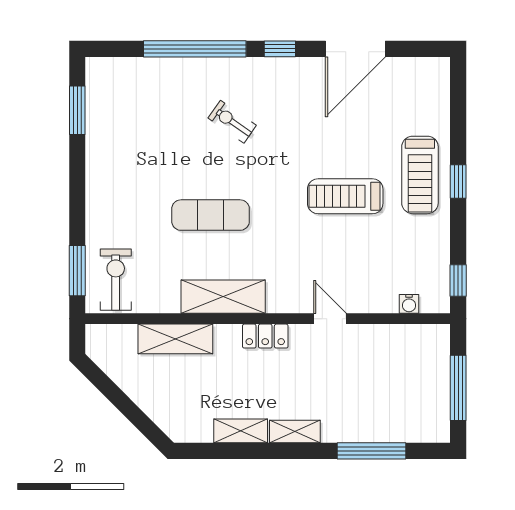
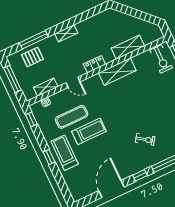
exercise mat: (211, 215) -> (72, 117), moved
pallet: (392, 415) -> (32, 57), added
shelving: (241, 431) -> (46, 87), moved

